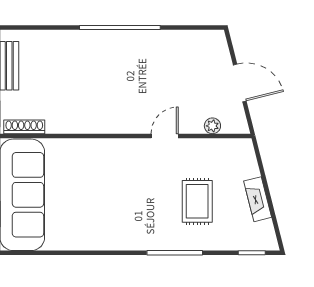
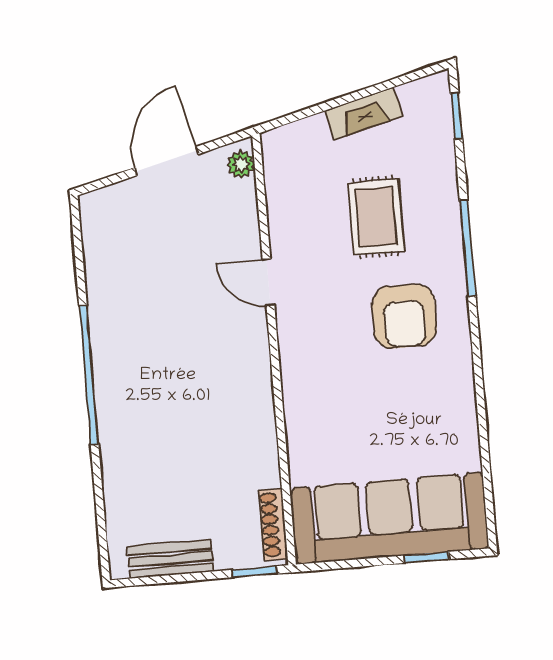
plant: (212, 126) -> (241, 164), moved
rug: (197, 201) -> (376, 217), turned 90
armchair: (138, 213) -> (404, 316), added

